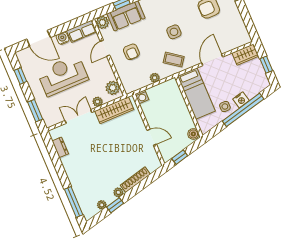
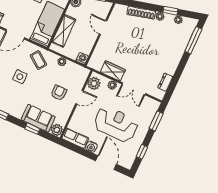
door: (105, 48) -> (79, 97), moved
reception desk: (63, 75) -> (116, 124), turned 180
shelving: (178, 102) -> (64, 31), added
wardrobe: (114, 110) -> (113, 71), width x0.67

